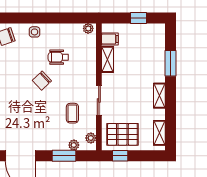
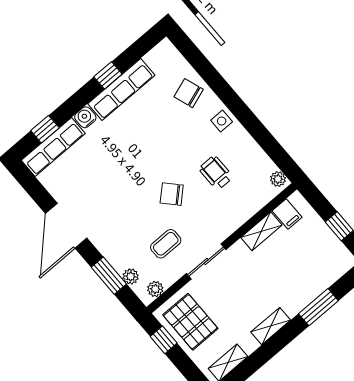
chair: (42, 81) -> (172, 194), moved

